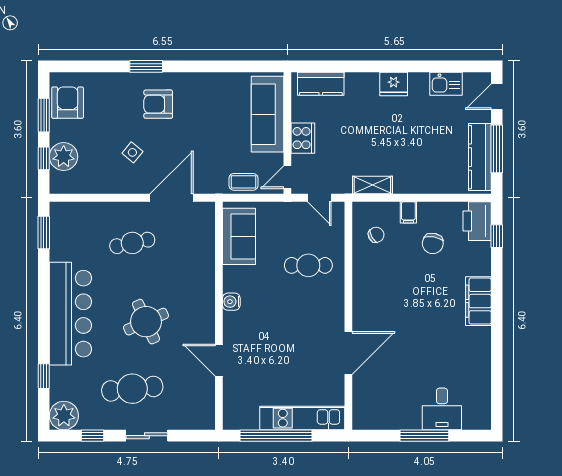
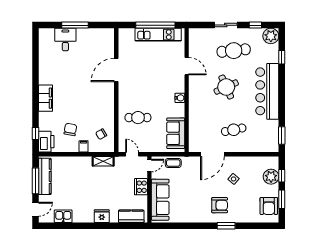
fridge: (394, 84) -> (102, 216), moved
kitchen unit: (302, 418) -> (158, 35), moved

